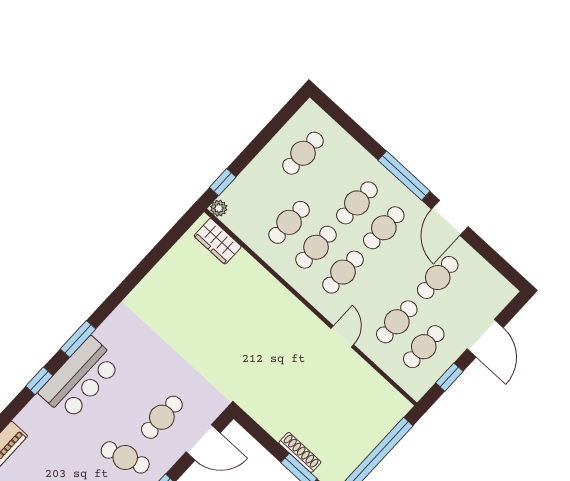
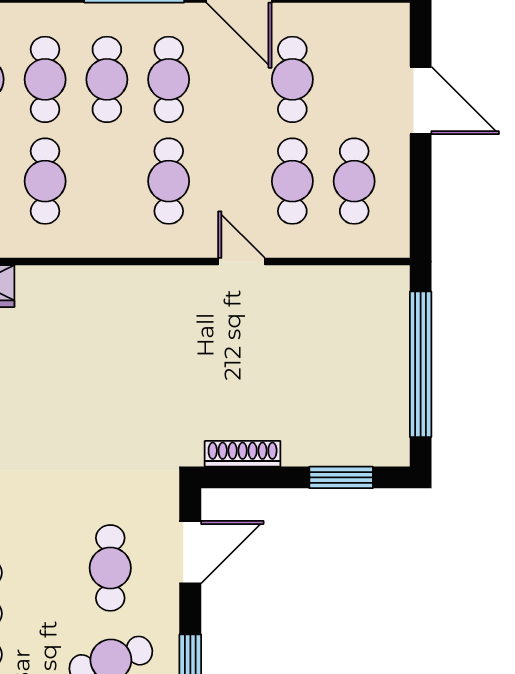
cafe table: (316, 247) -> (45, 79), moved
window: (449, 377) -> (421, 189), removed
shoe rack: (300, 452) -> (243, 454), moved

